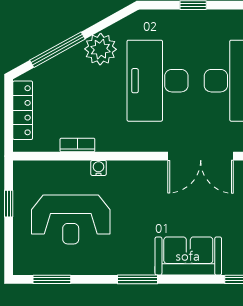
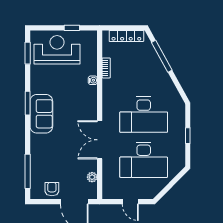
plant: (100, 49) -> (162, 81), removed
desk: (157, 81) -> (144, 115), turned 180
reception desk: (71, 219) -> (57, 50), moved, turned 90
sofa: (188, 256) -> (41, 114), moved

